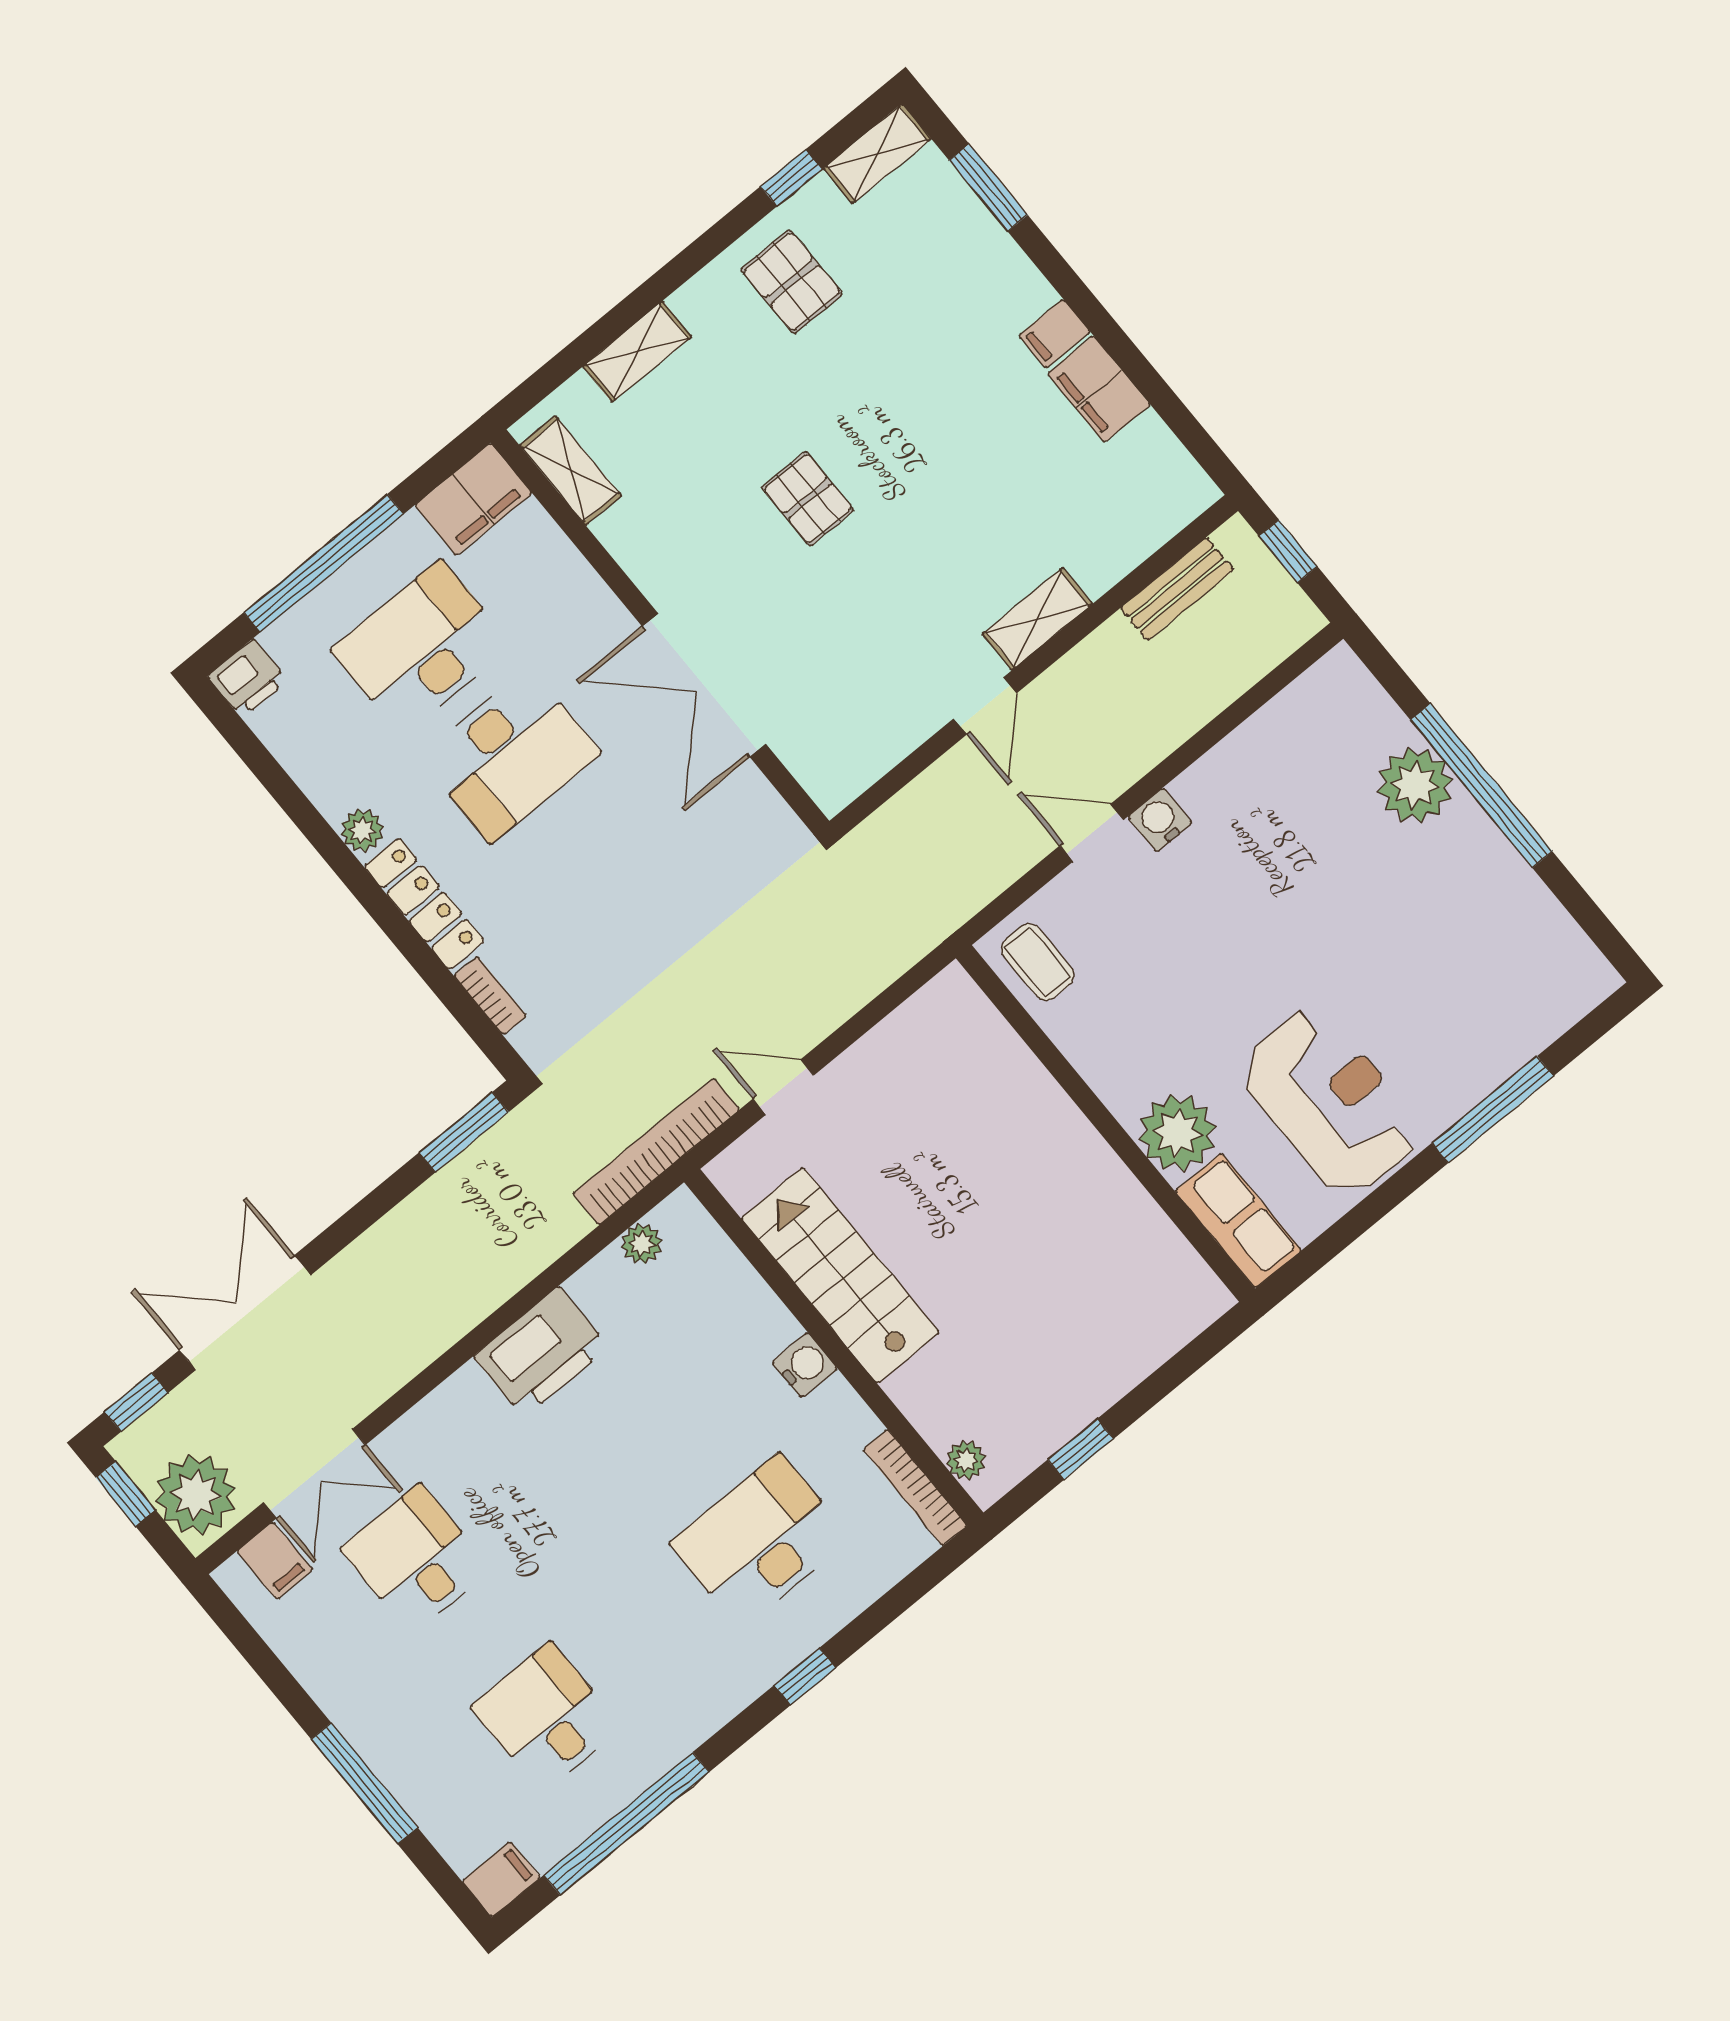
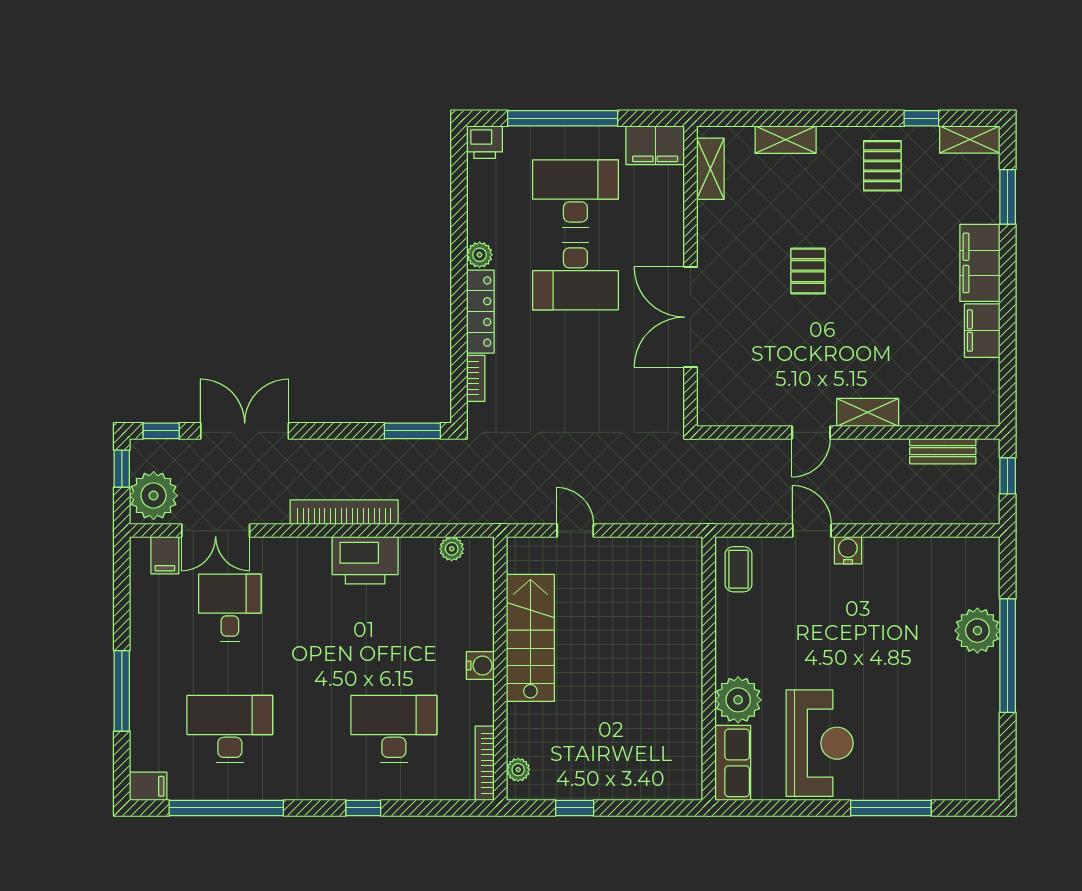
filing cabinet: (1055, 334) -> (980, 263), width x3.00, depth x1.17
bookcase: (656, 1151) -> (344, 512), moved
desk: (546, 1717) -> (230, 729), width x1.37

